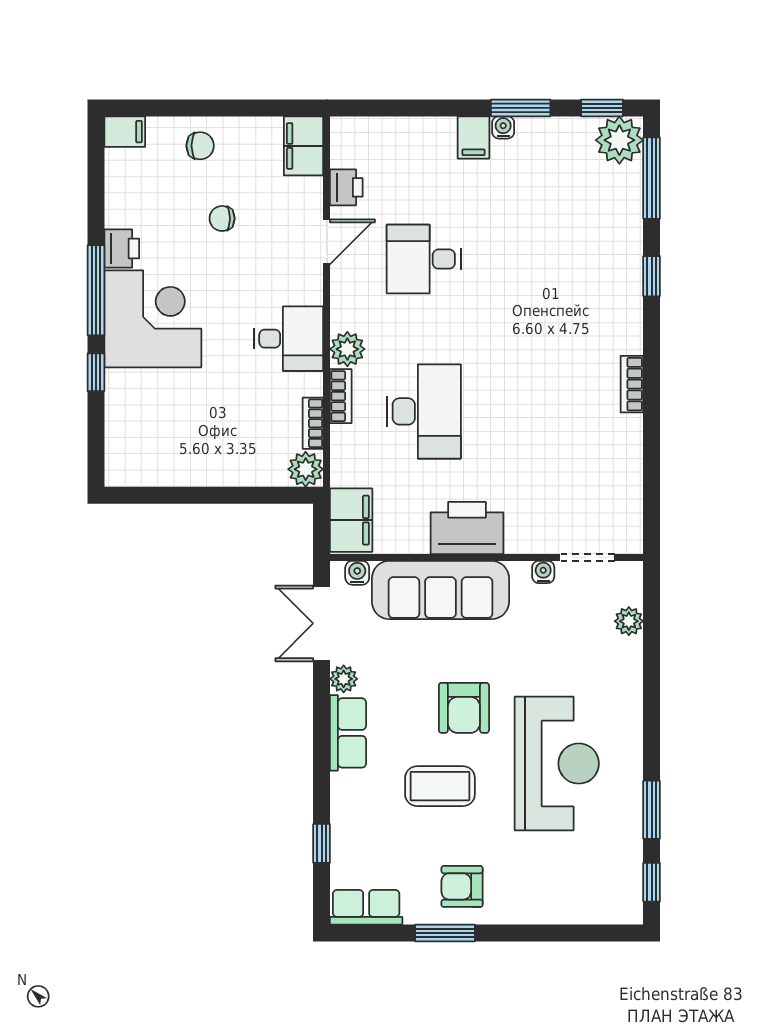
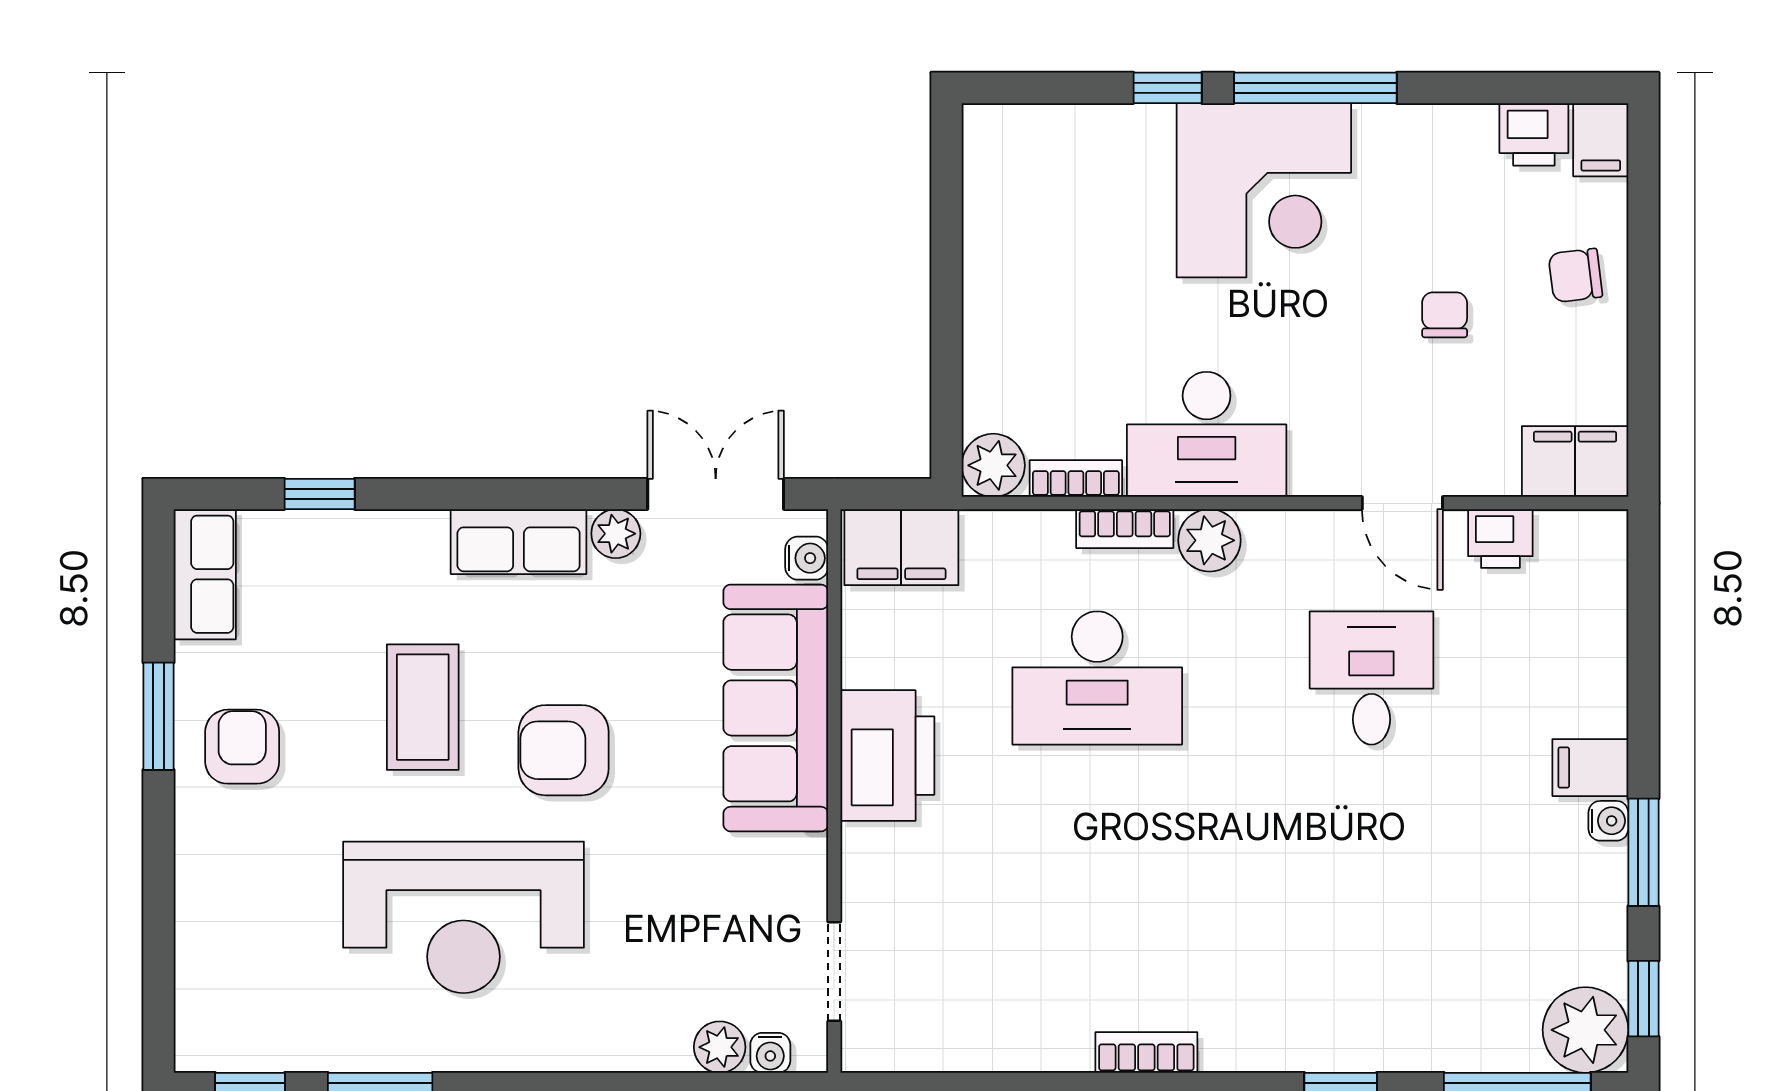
chair: (200, 146) -> (1575, 275), turned 83
printer: (122, 249) -> (1534, 134), moved
desk: (288, 339) -> (1207, 434), width x1.37
water cooler: (543, 572) -> (770, 1053), moved, turned 90

